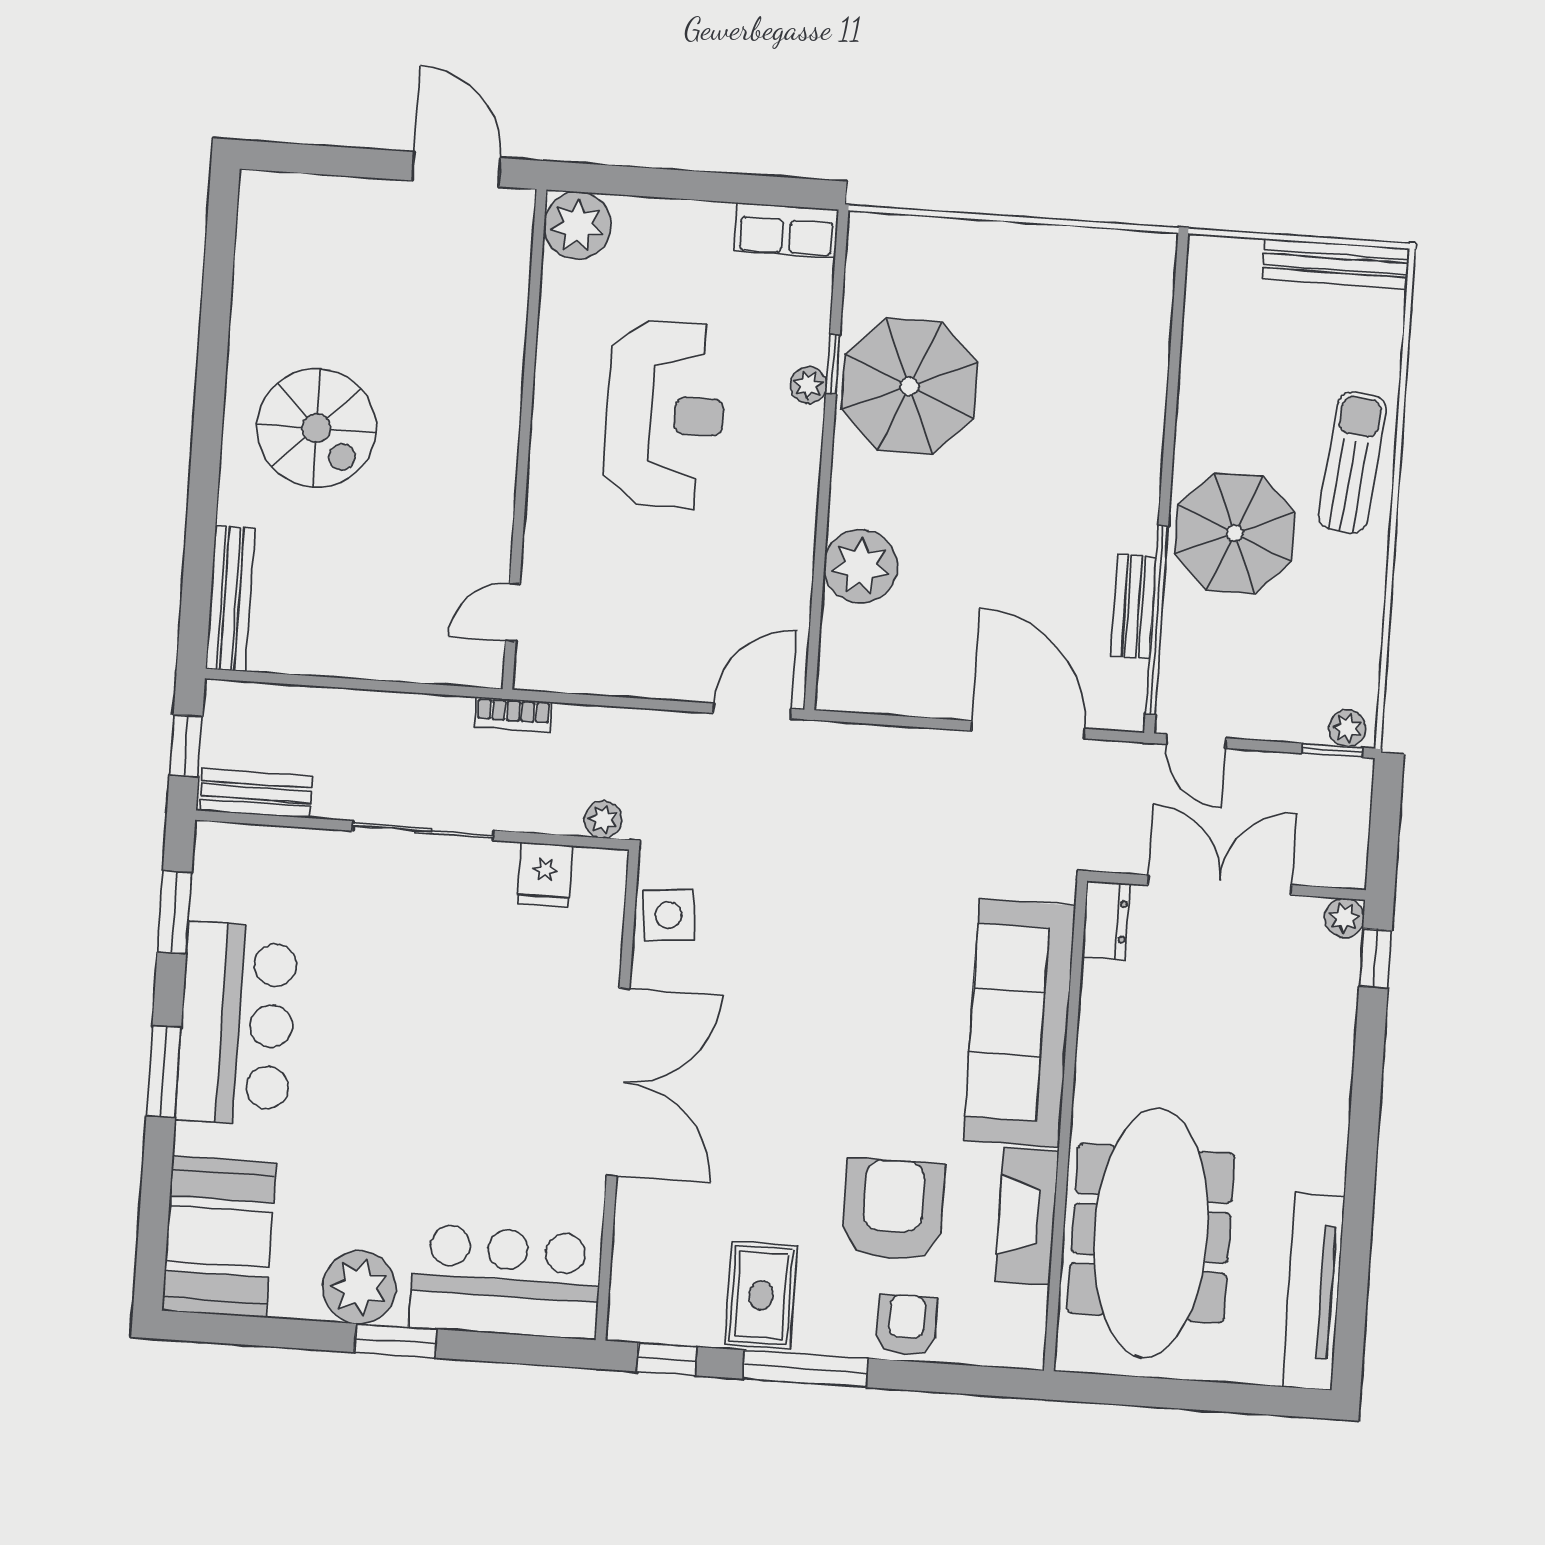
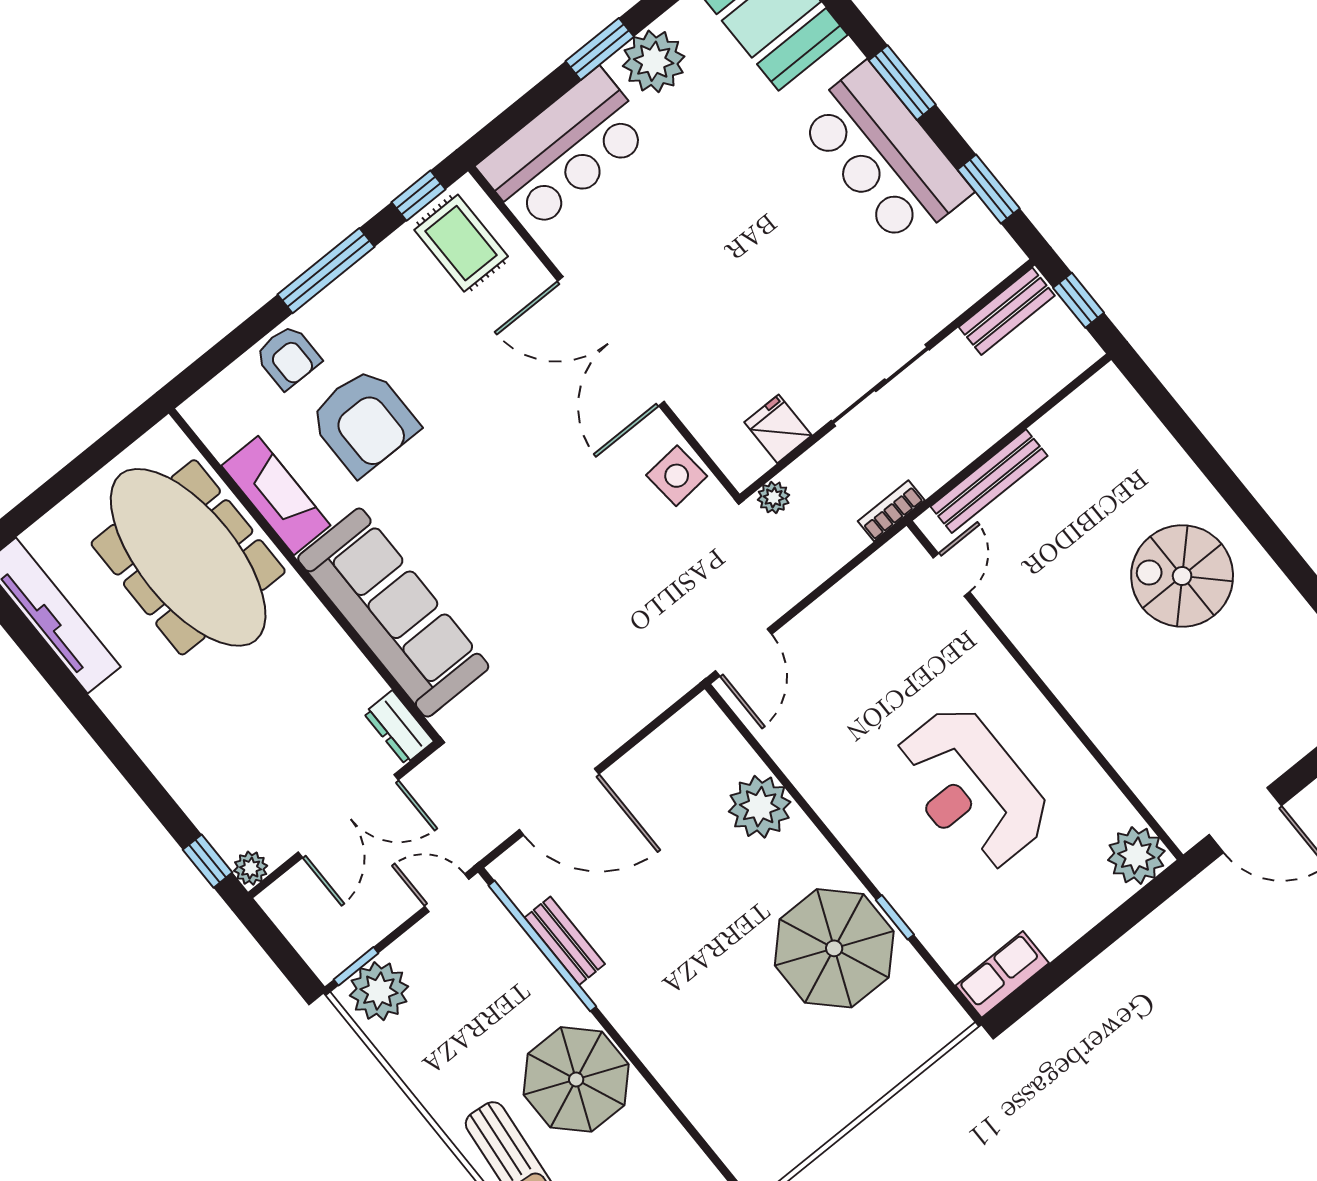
plant: (809, 385) -> (898, 890), removed
parasol: (1235, 533) -> (576, 1079), moved
bench: (230, 599) -> (989, 481), moved, turned 90
plant: (1347, 728) -> (379, 991), width x1.87, depth x1.87
rug: (761, 1295) -> (461, 243), moved

